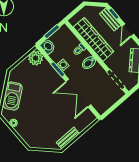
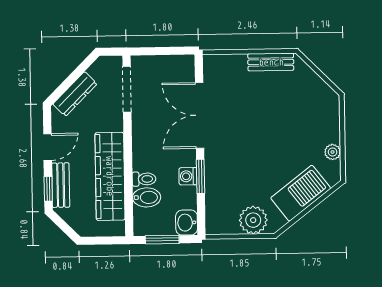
plant: (36, 58) -> (253, 220), moved
bidet: (89, 63) -> (147, 197), moved
double door: (78, 93) -> (200, 115), swing flipped

